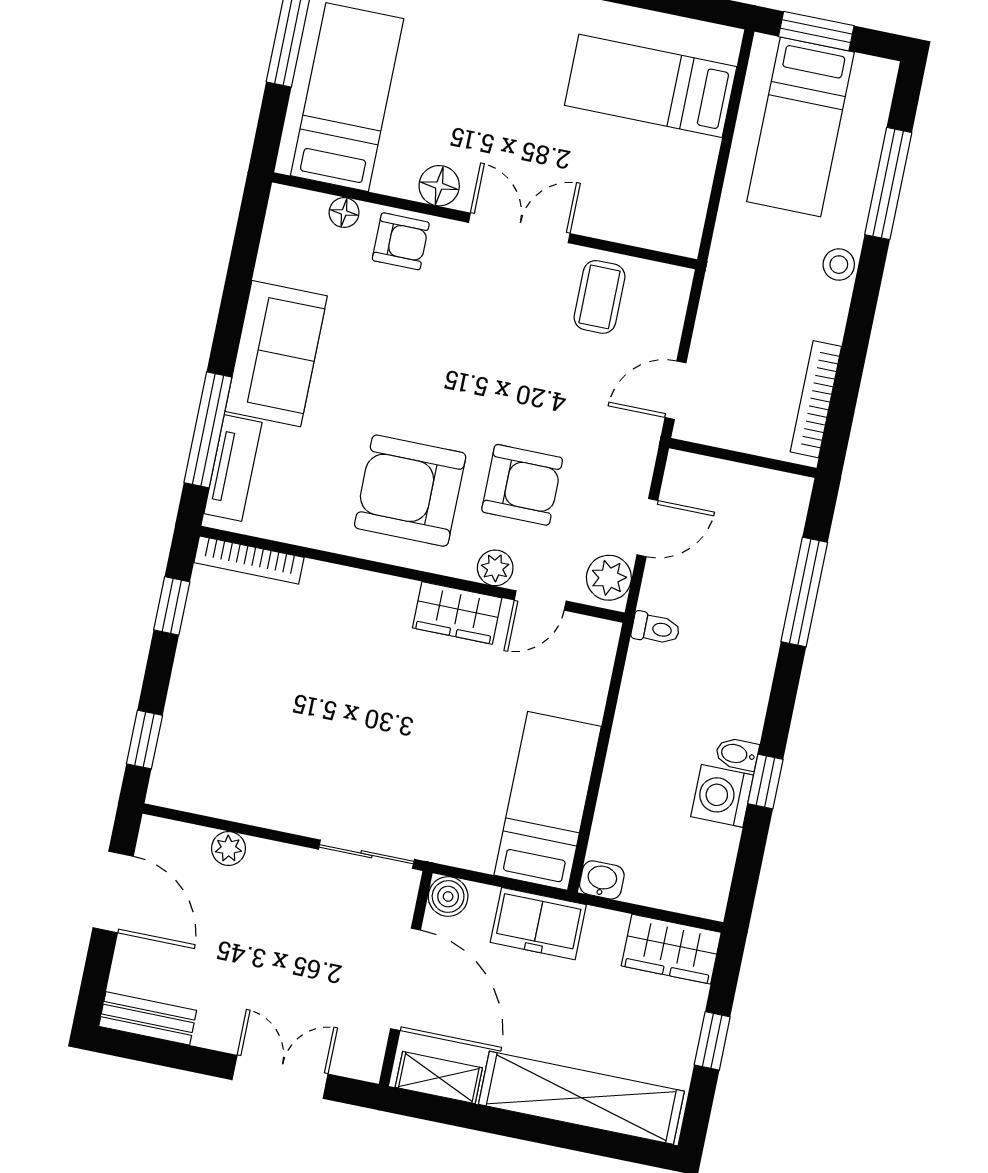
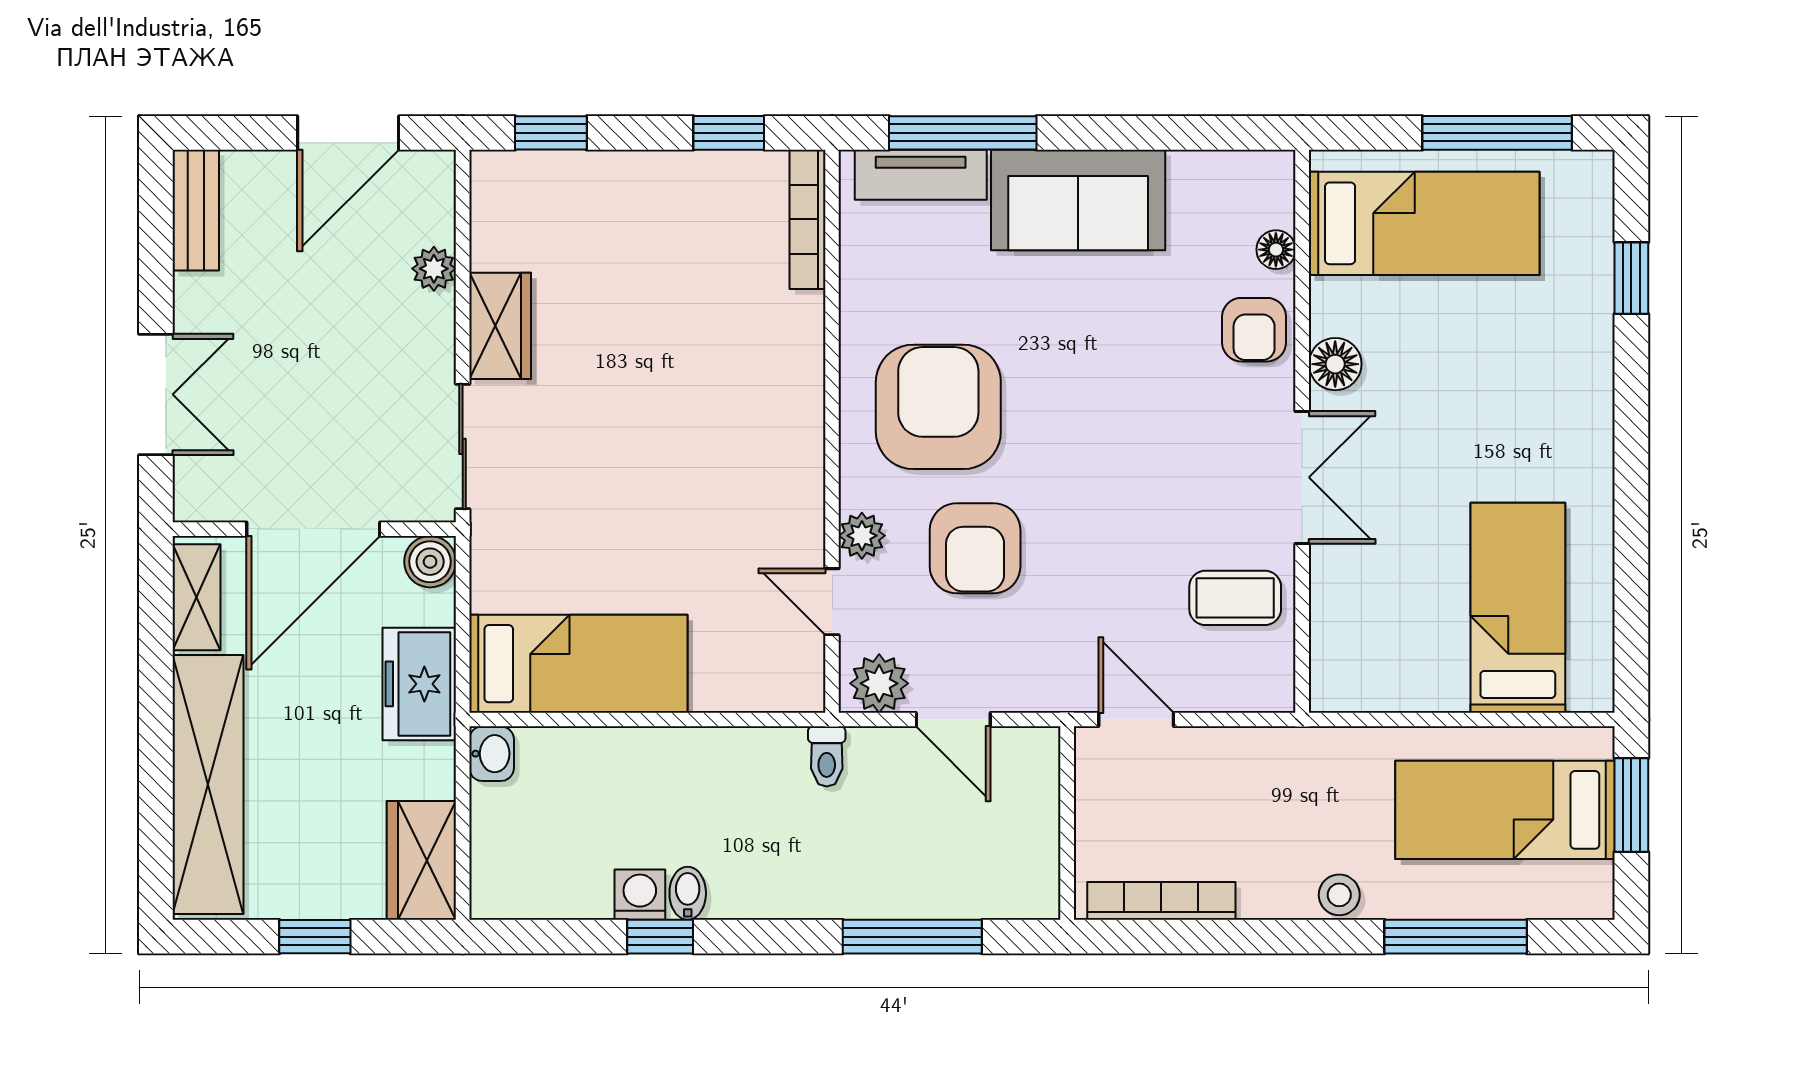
wardrobe: (457, 613) -> (500, 326), moved, turned 180
washing machine: (722, 796) -> (640, 895), width x0.73, depth x0.73

